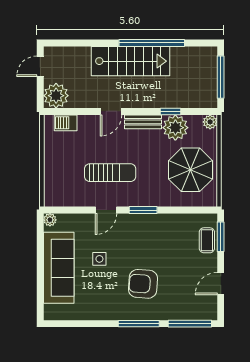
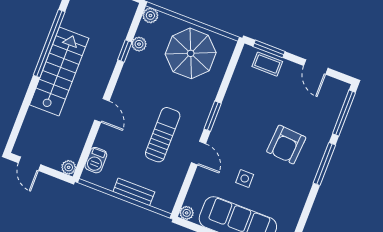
plant: (56, 96) -> (69, 167), width x0.53, depth x0.53
bench: (143, 122) -> (134, 192), moved, turned 90
plant: (175, 128) -> (139, 44), width x0.53, depth x0.53

